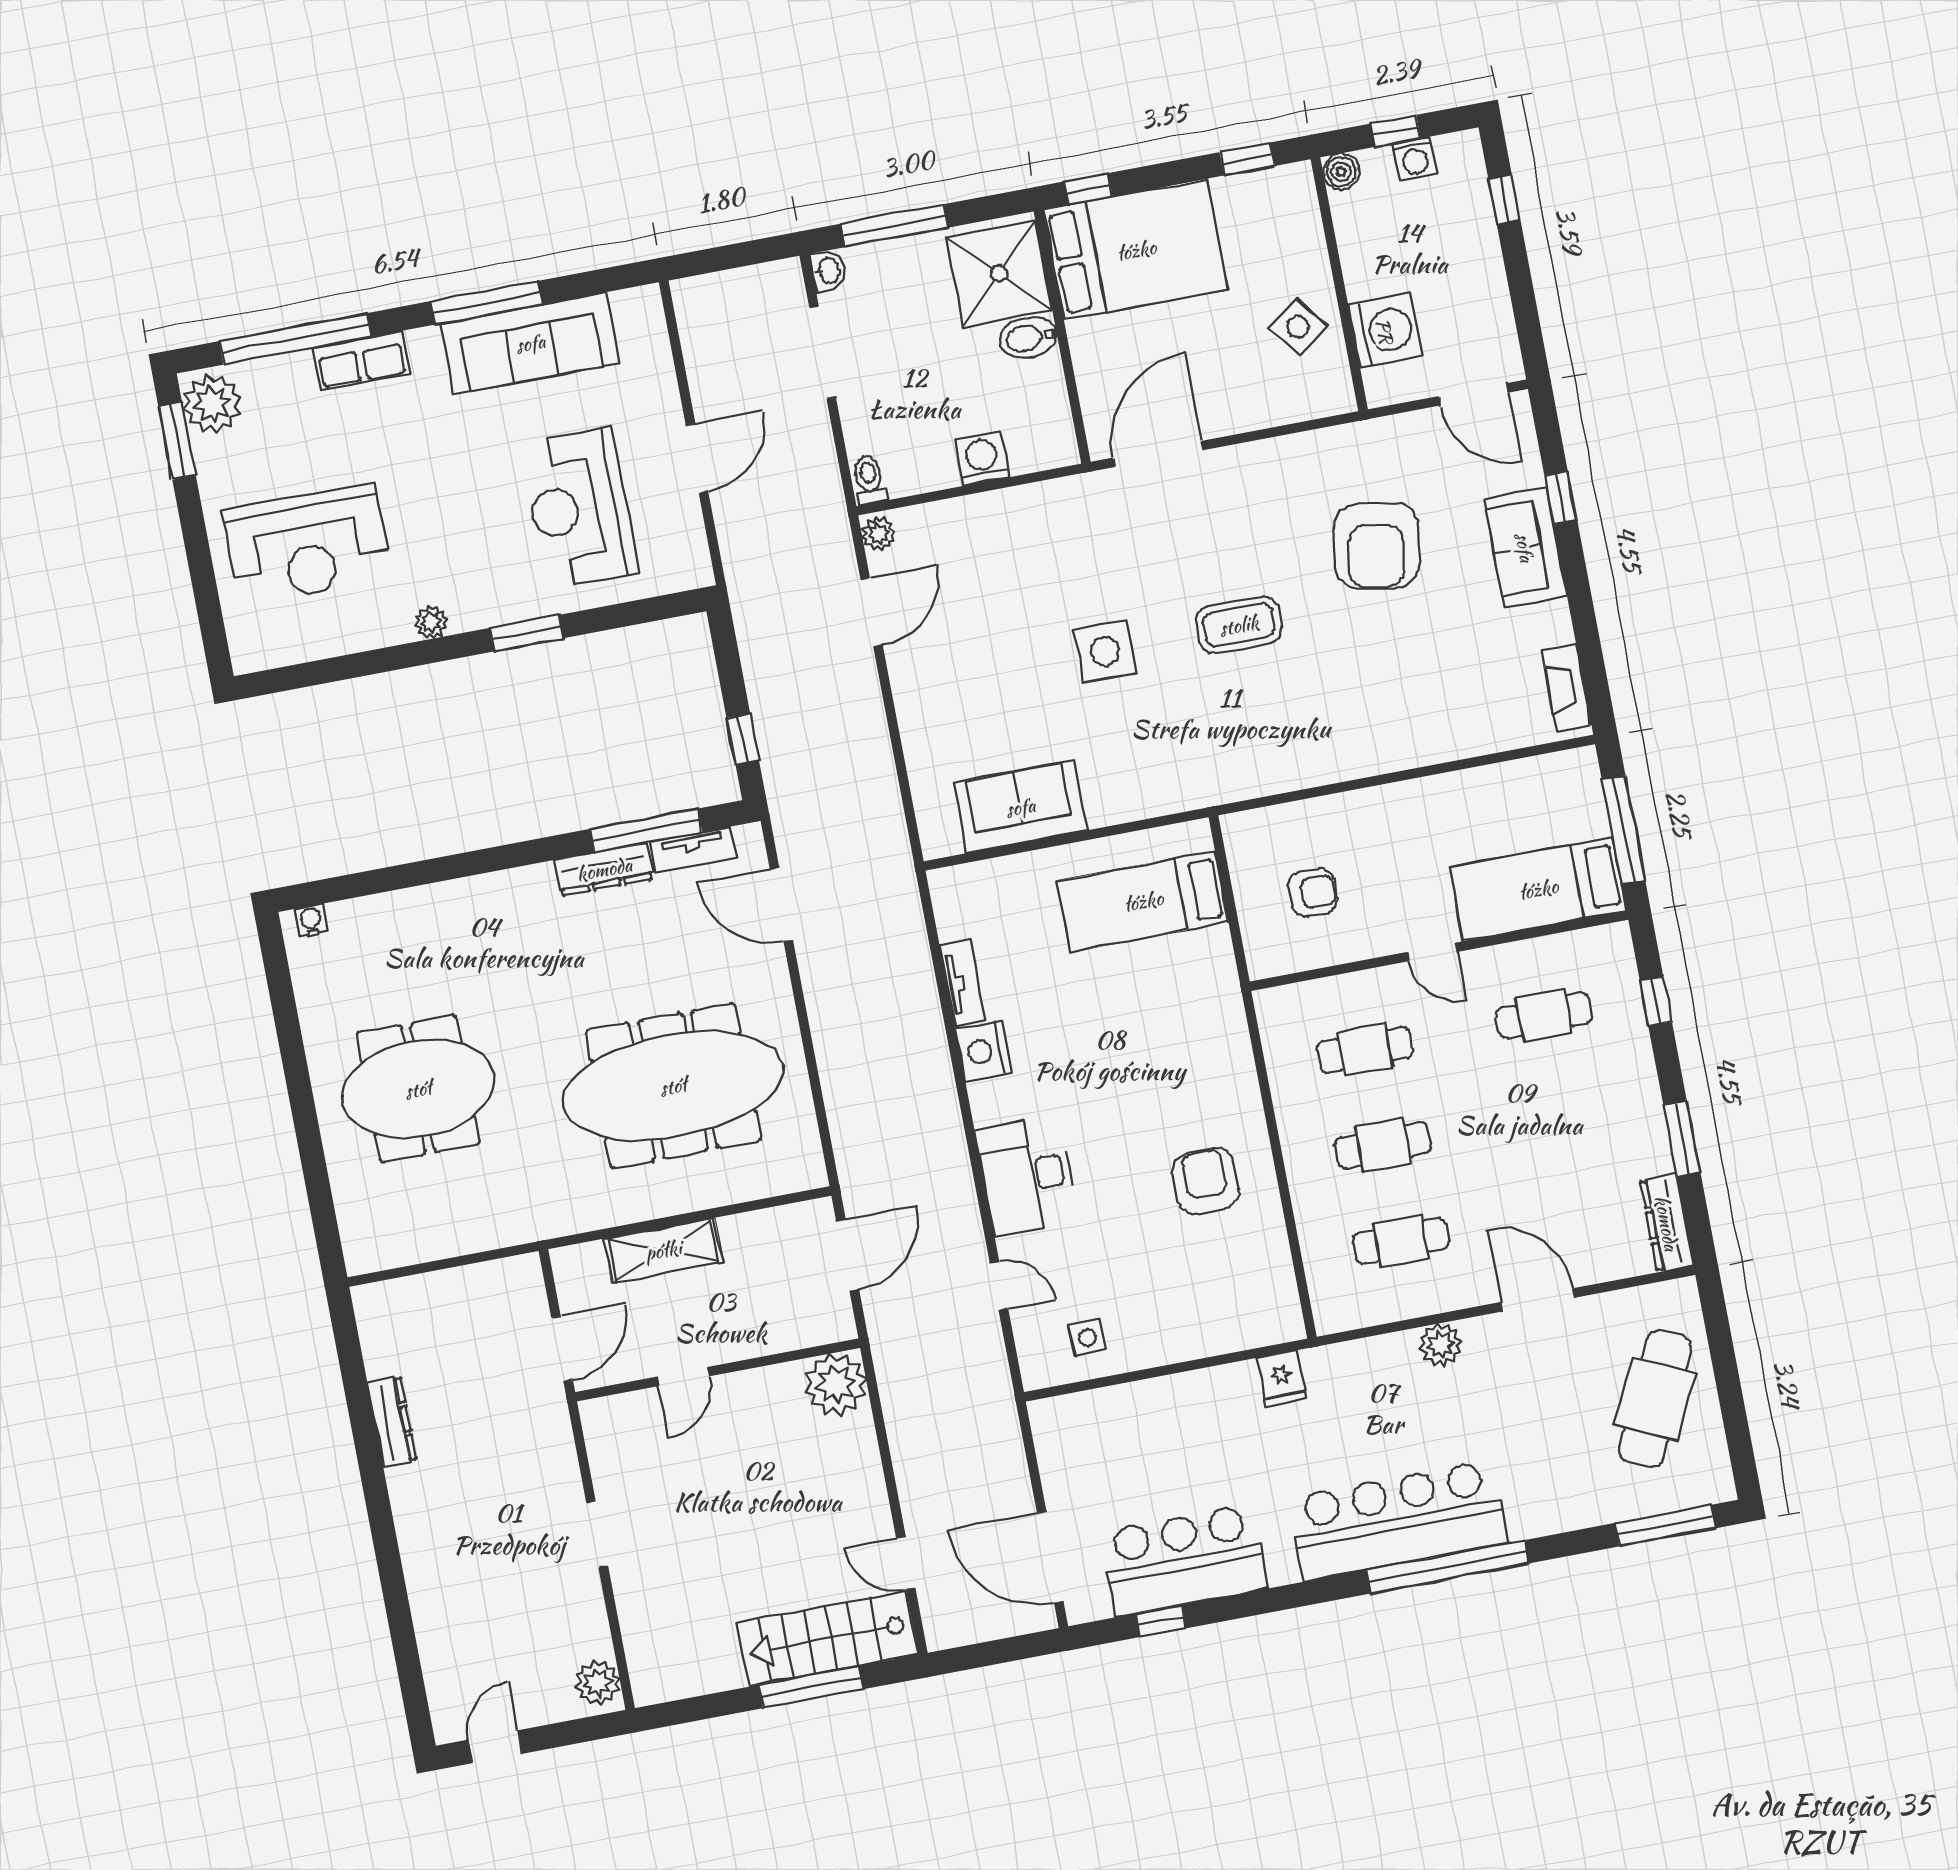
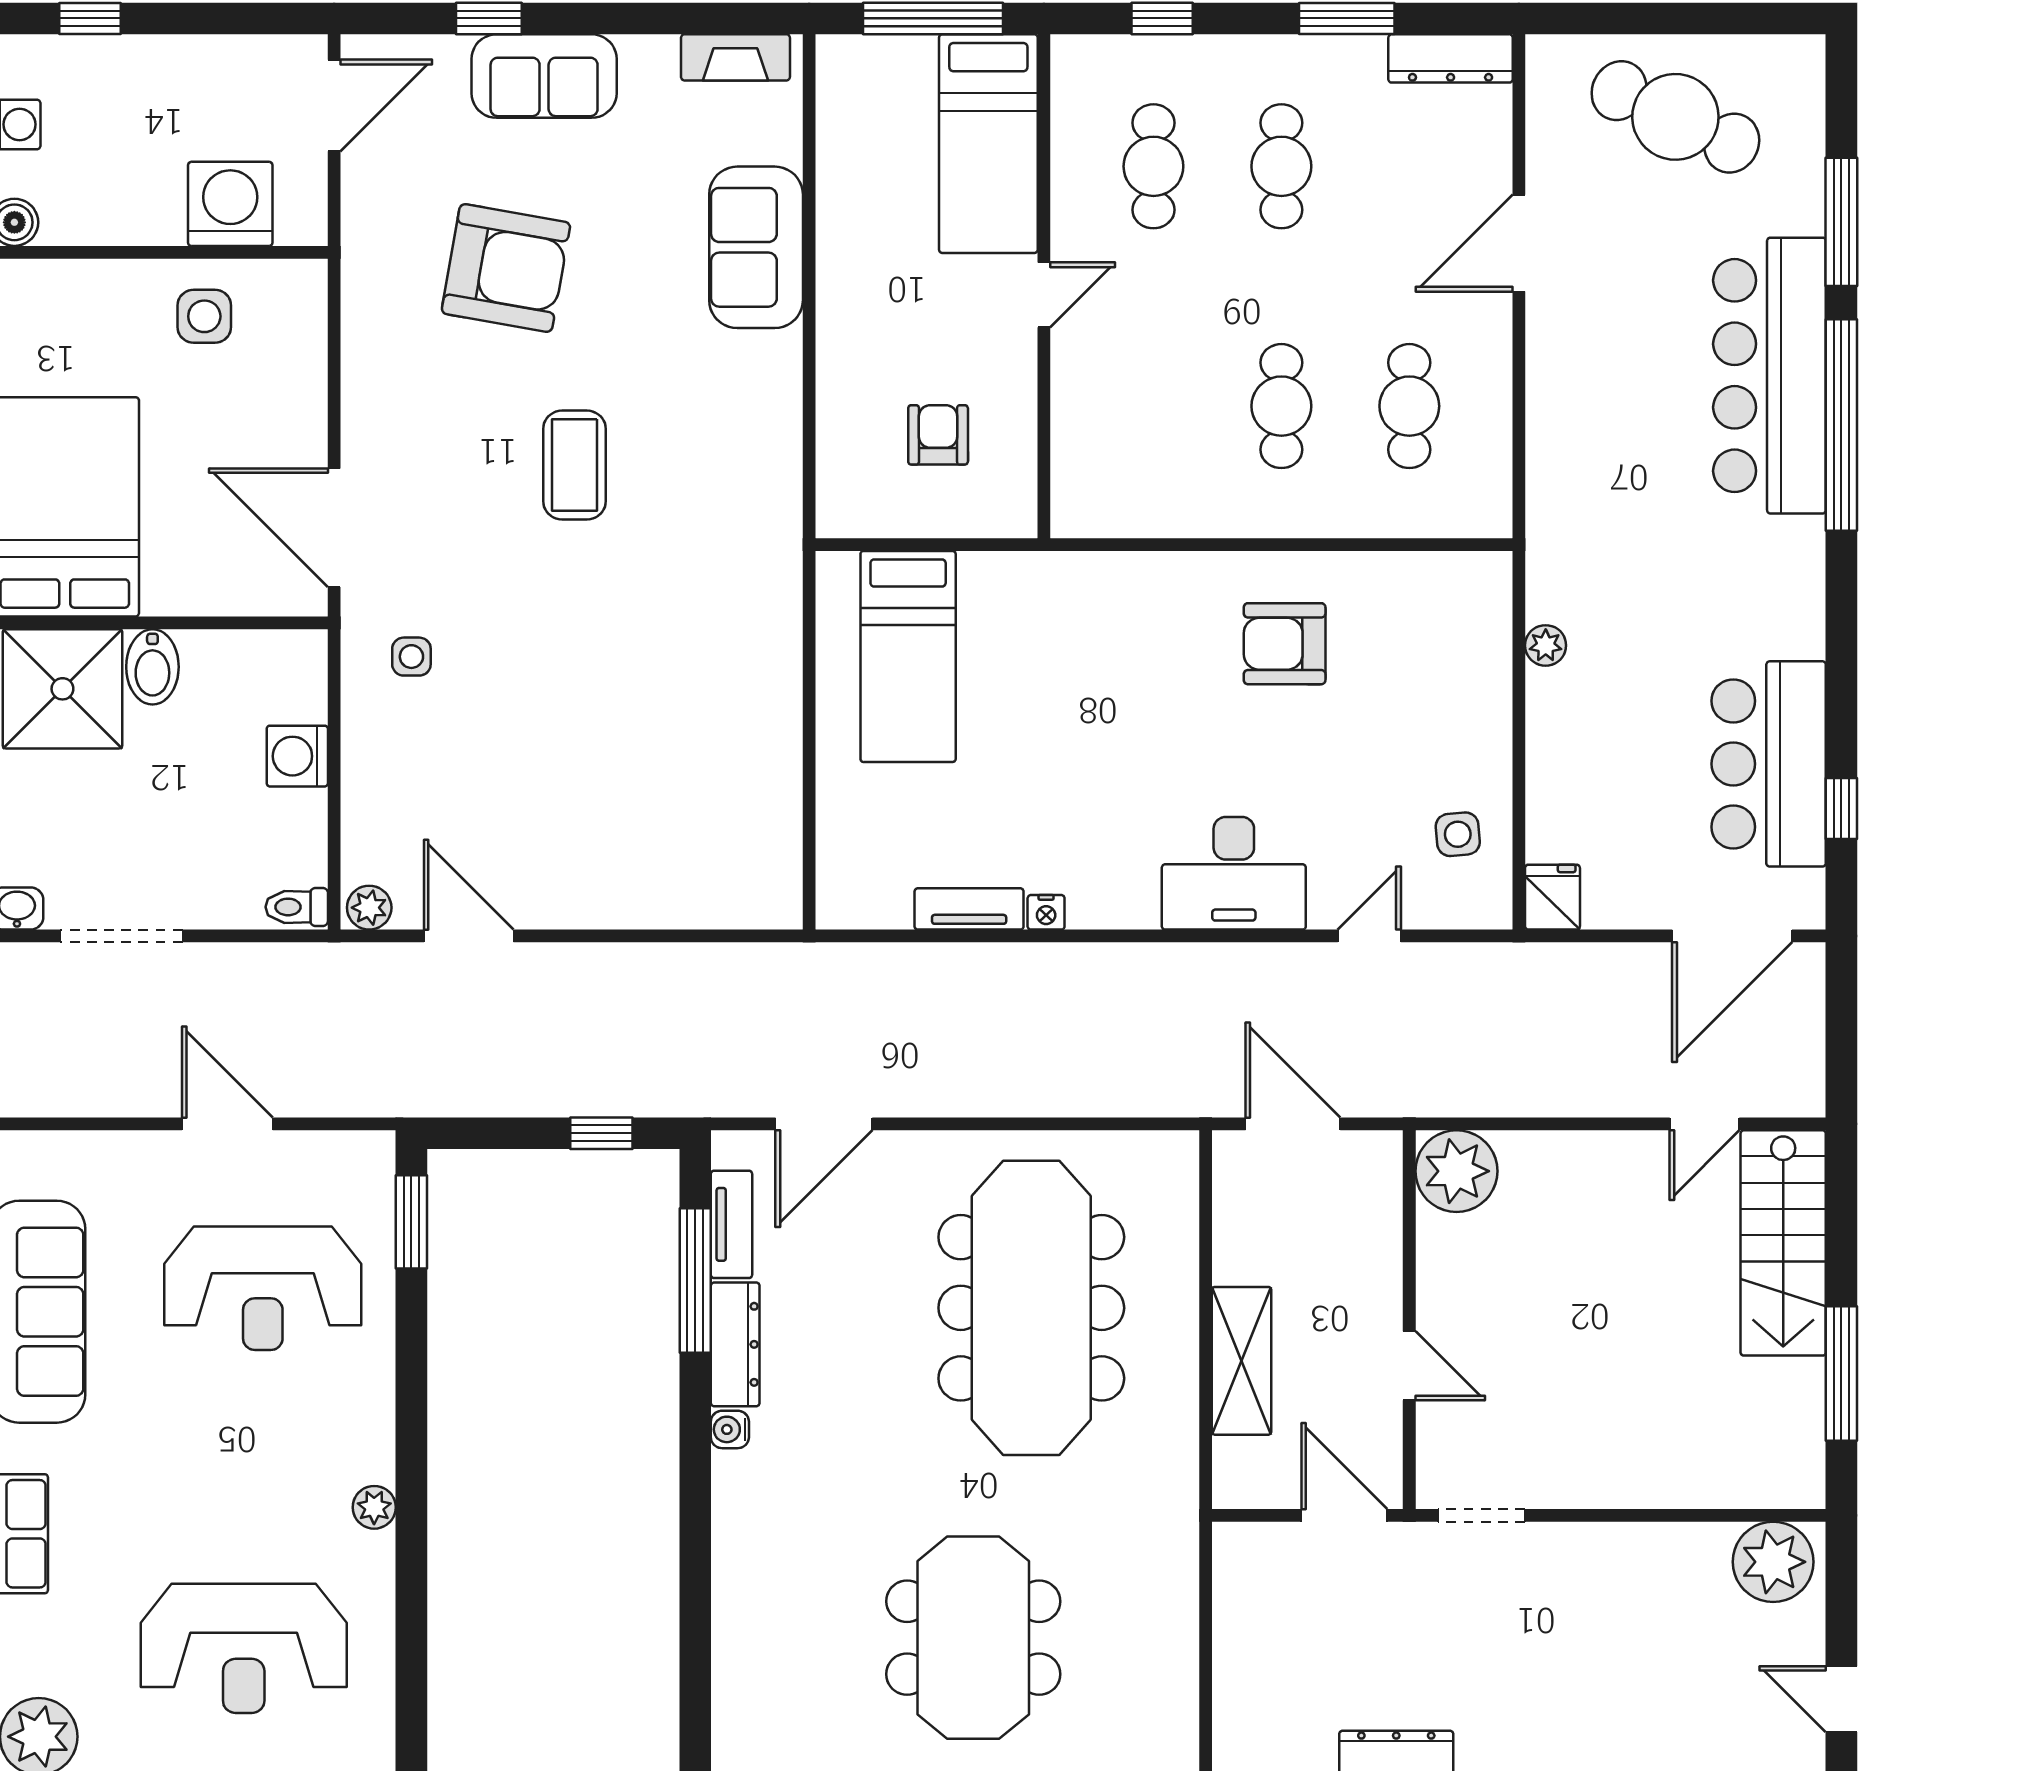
side table: (1298, 327) -> (204, 316), turned 38
reception desk: (307, 545) -> (244, 1648), turned 90
window: (527, 633) -> (411, 1222), moved
side table: (1105, 652) -> (411, 657), moved, width x0.54, depth x0.54
sofa: (1020, 807) -> (756, 247), moved
water cooler: (311, 921) -> (730, 1429), moved
cafe table: (1365, 1050) -> (1281, 166), moved
nightstand: (984, 1051) -> (1046, 912), width x0.53, depth x0.56
plant: (1441, 1345) -> (1546, 645), moved, width x0.73, depth x0.73
fridge: (1282, 1378) -> (1552, 897), moved, turned -90
bar counter: (1398, 1520) -> (1769, 376), moved
window: (1665, 1526) -> (1841, 222), moved
doorway: (597, 1535) -> (1481, 1515), moved
plant: (597, 1683) -> (1773, 1562), width x1.36, depth x1.36
window: (811, 1687) -> (1841, 1374), moved

